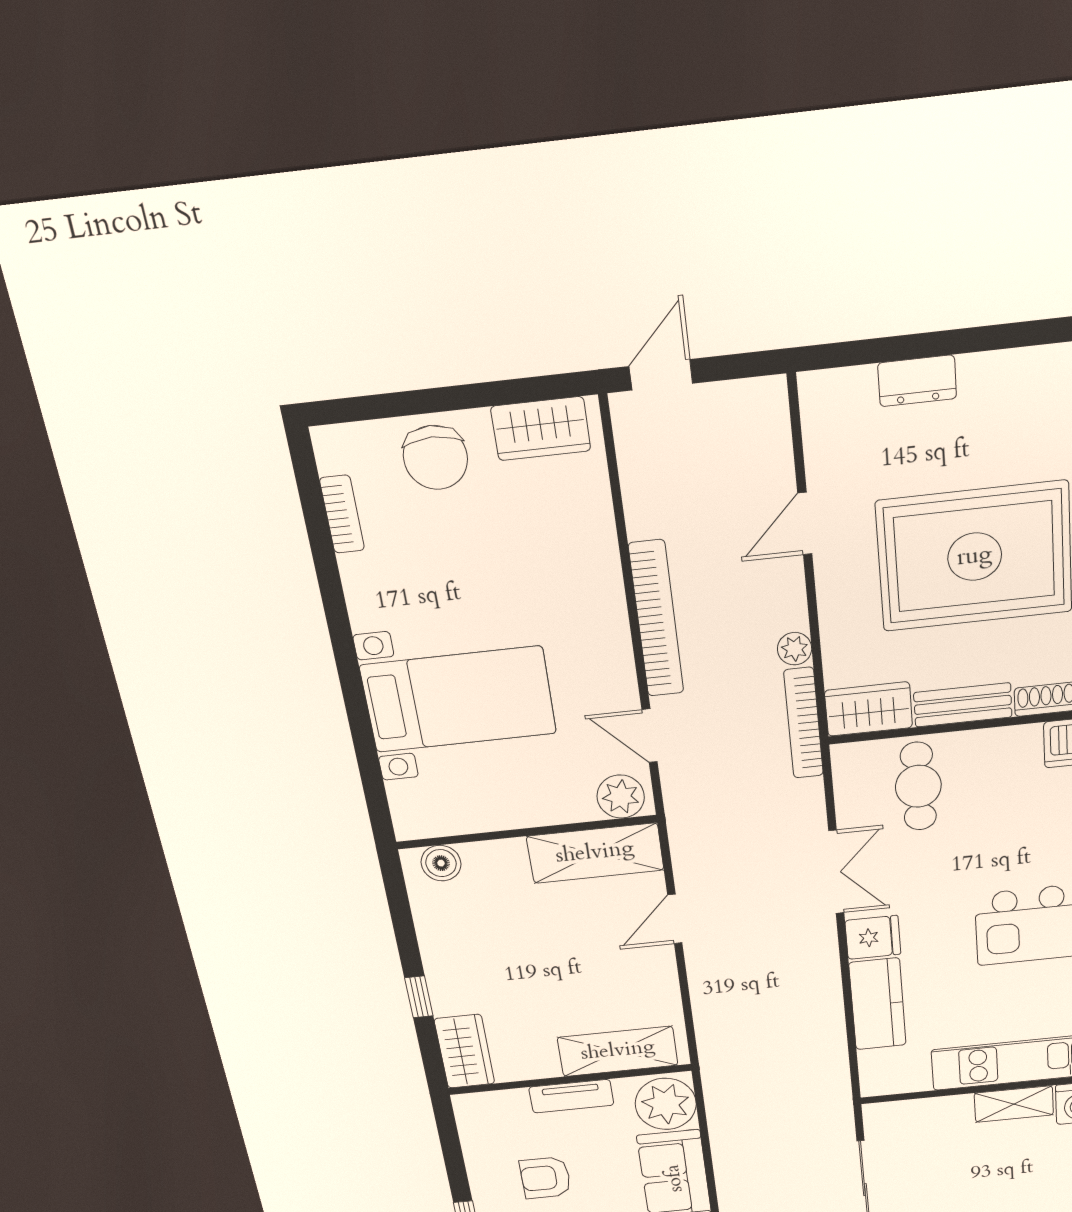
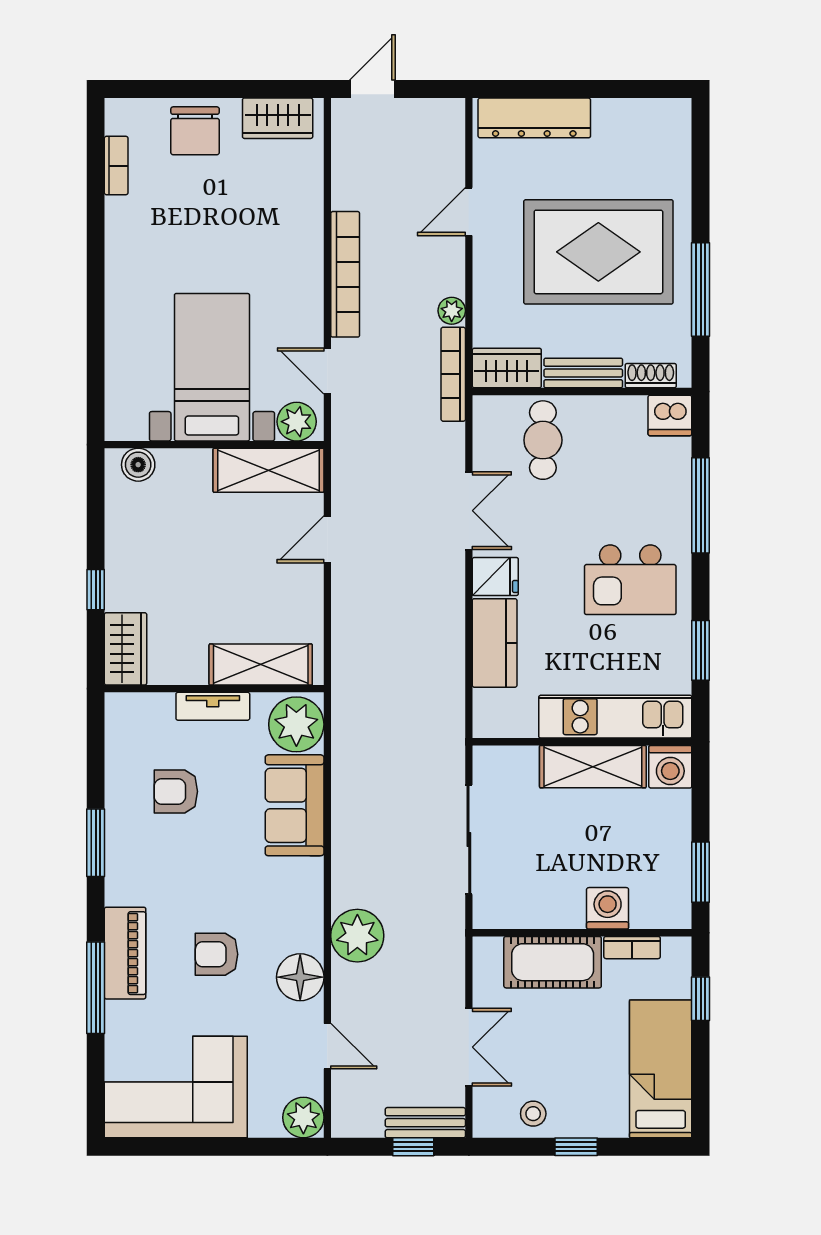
dresser: (917, 381) -> (534, 118), width x1.96, depth x1.24
bed with nightstands: (458, 699) -> (212, 367), moved, turned -90
shelving: (1014, 1104) -> (593, 767), width x1.50, depth x1.33

